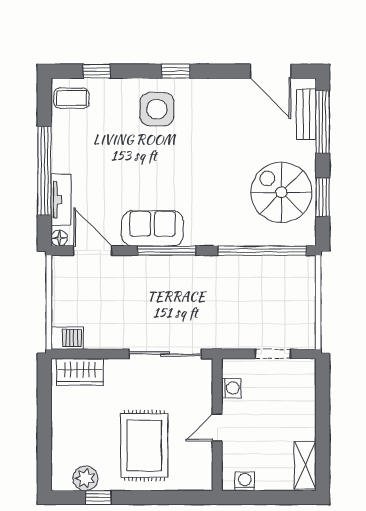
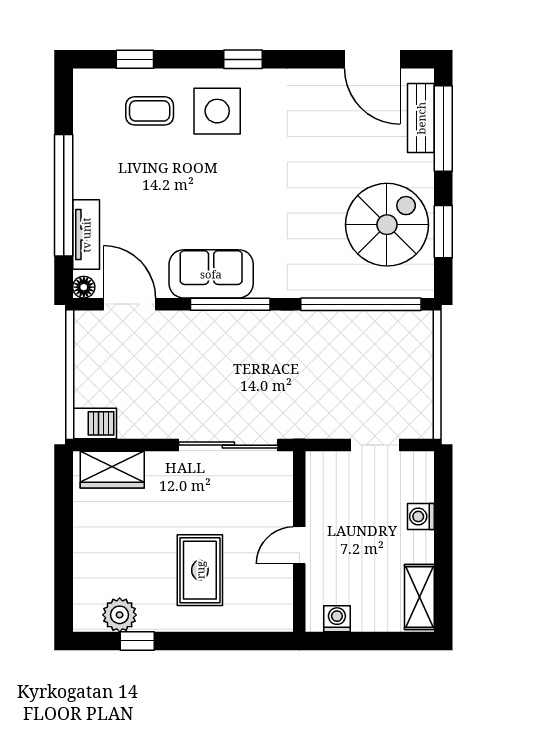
coffee table: (71, 98) -> (150, 111), moved
spiral stairs: (281, 192) -> (387, 225), turned 90
washing machine: (231, 388) -> (421, 516), moved, turned 180
rug: (144, 446) -> (200, 570), width x0.73, depth x0.70

